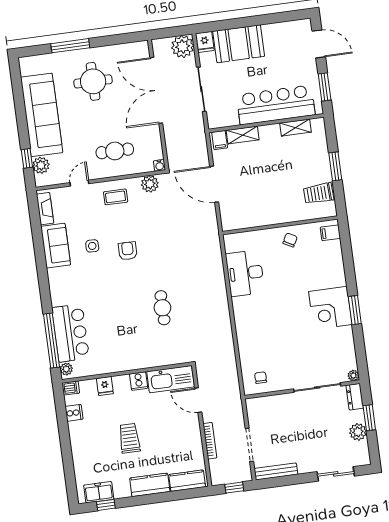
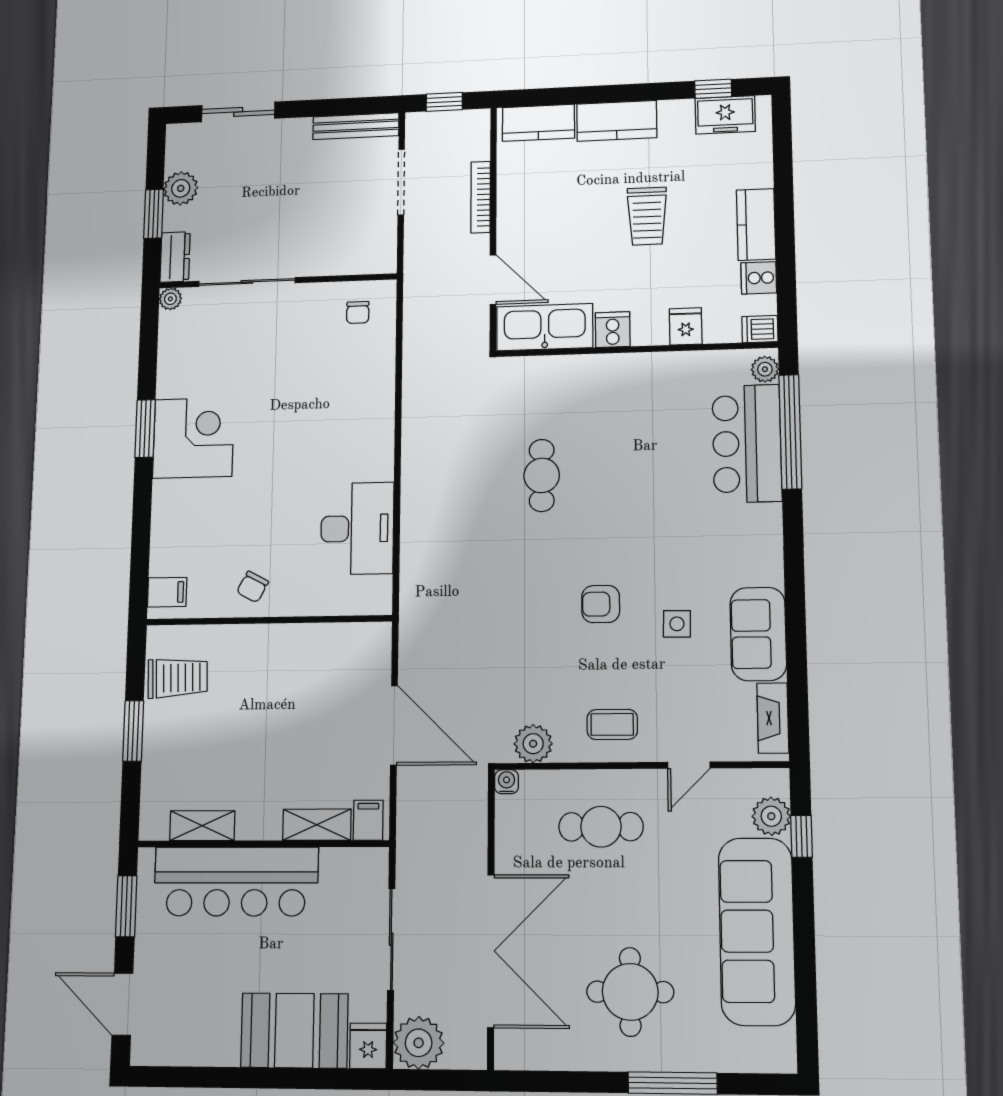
armchair: (128, 251) -> (601, 604), turned 89
kitchen counter: (78, 439) -> (756, 224), added

